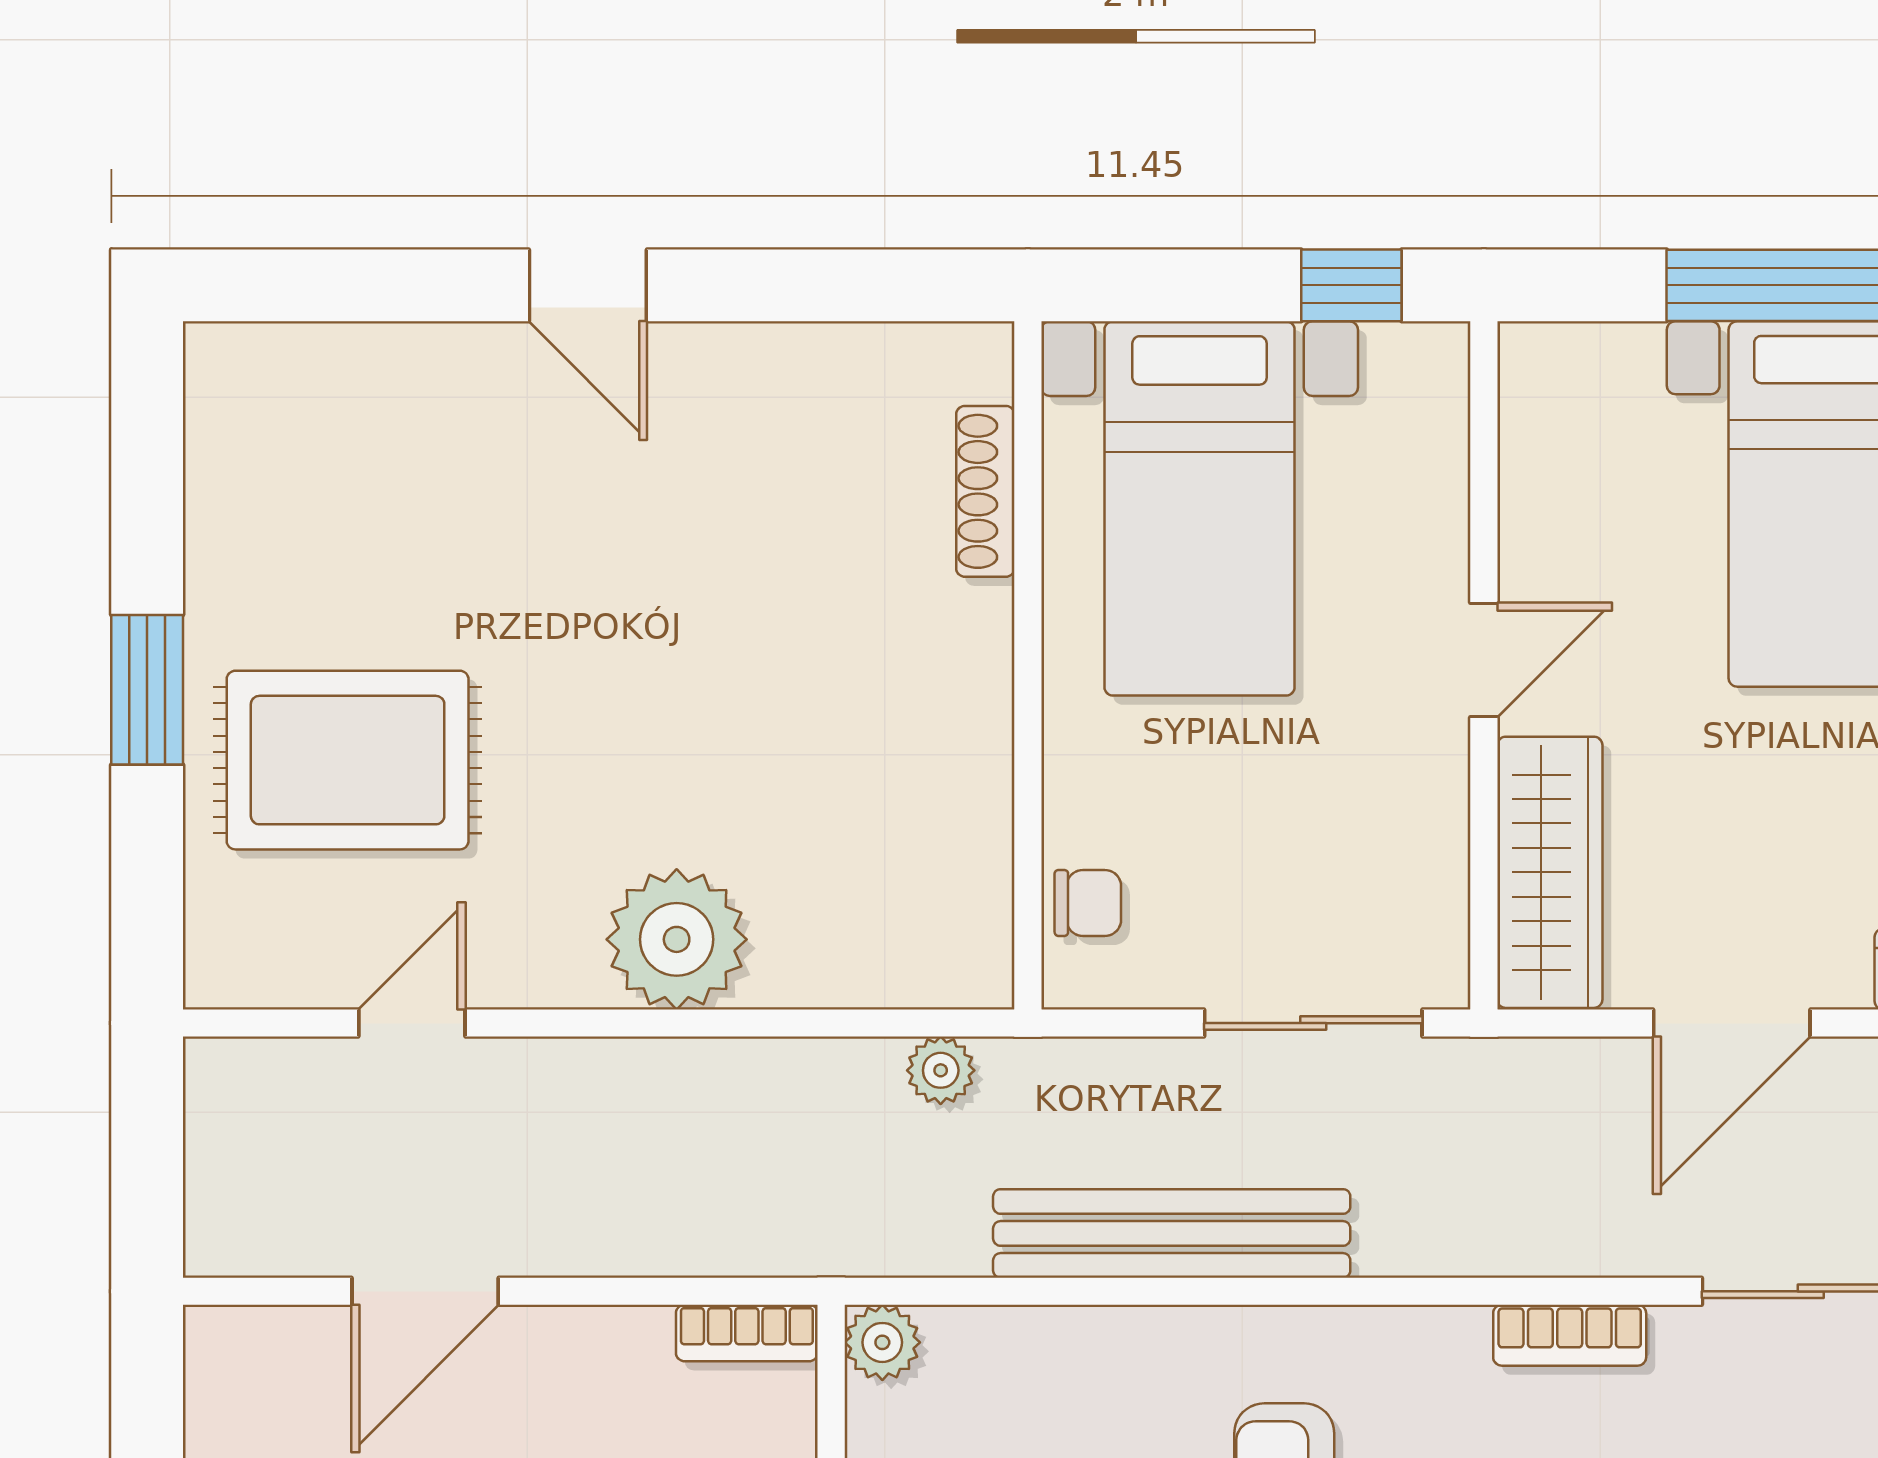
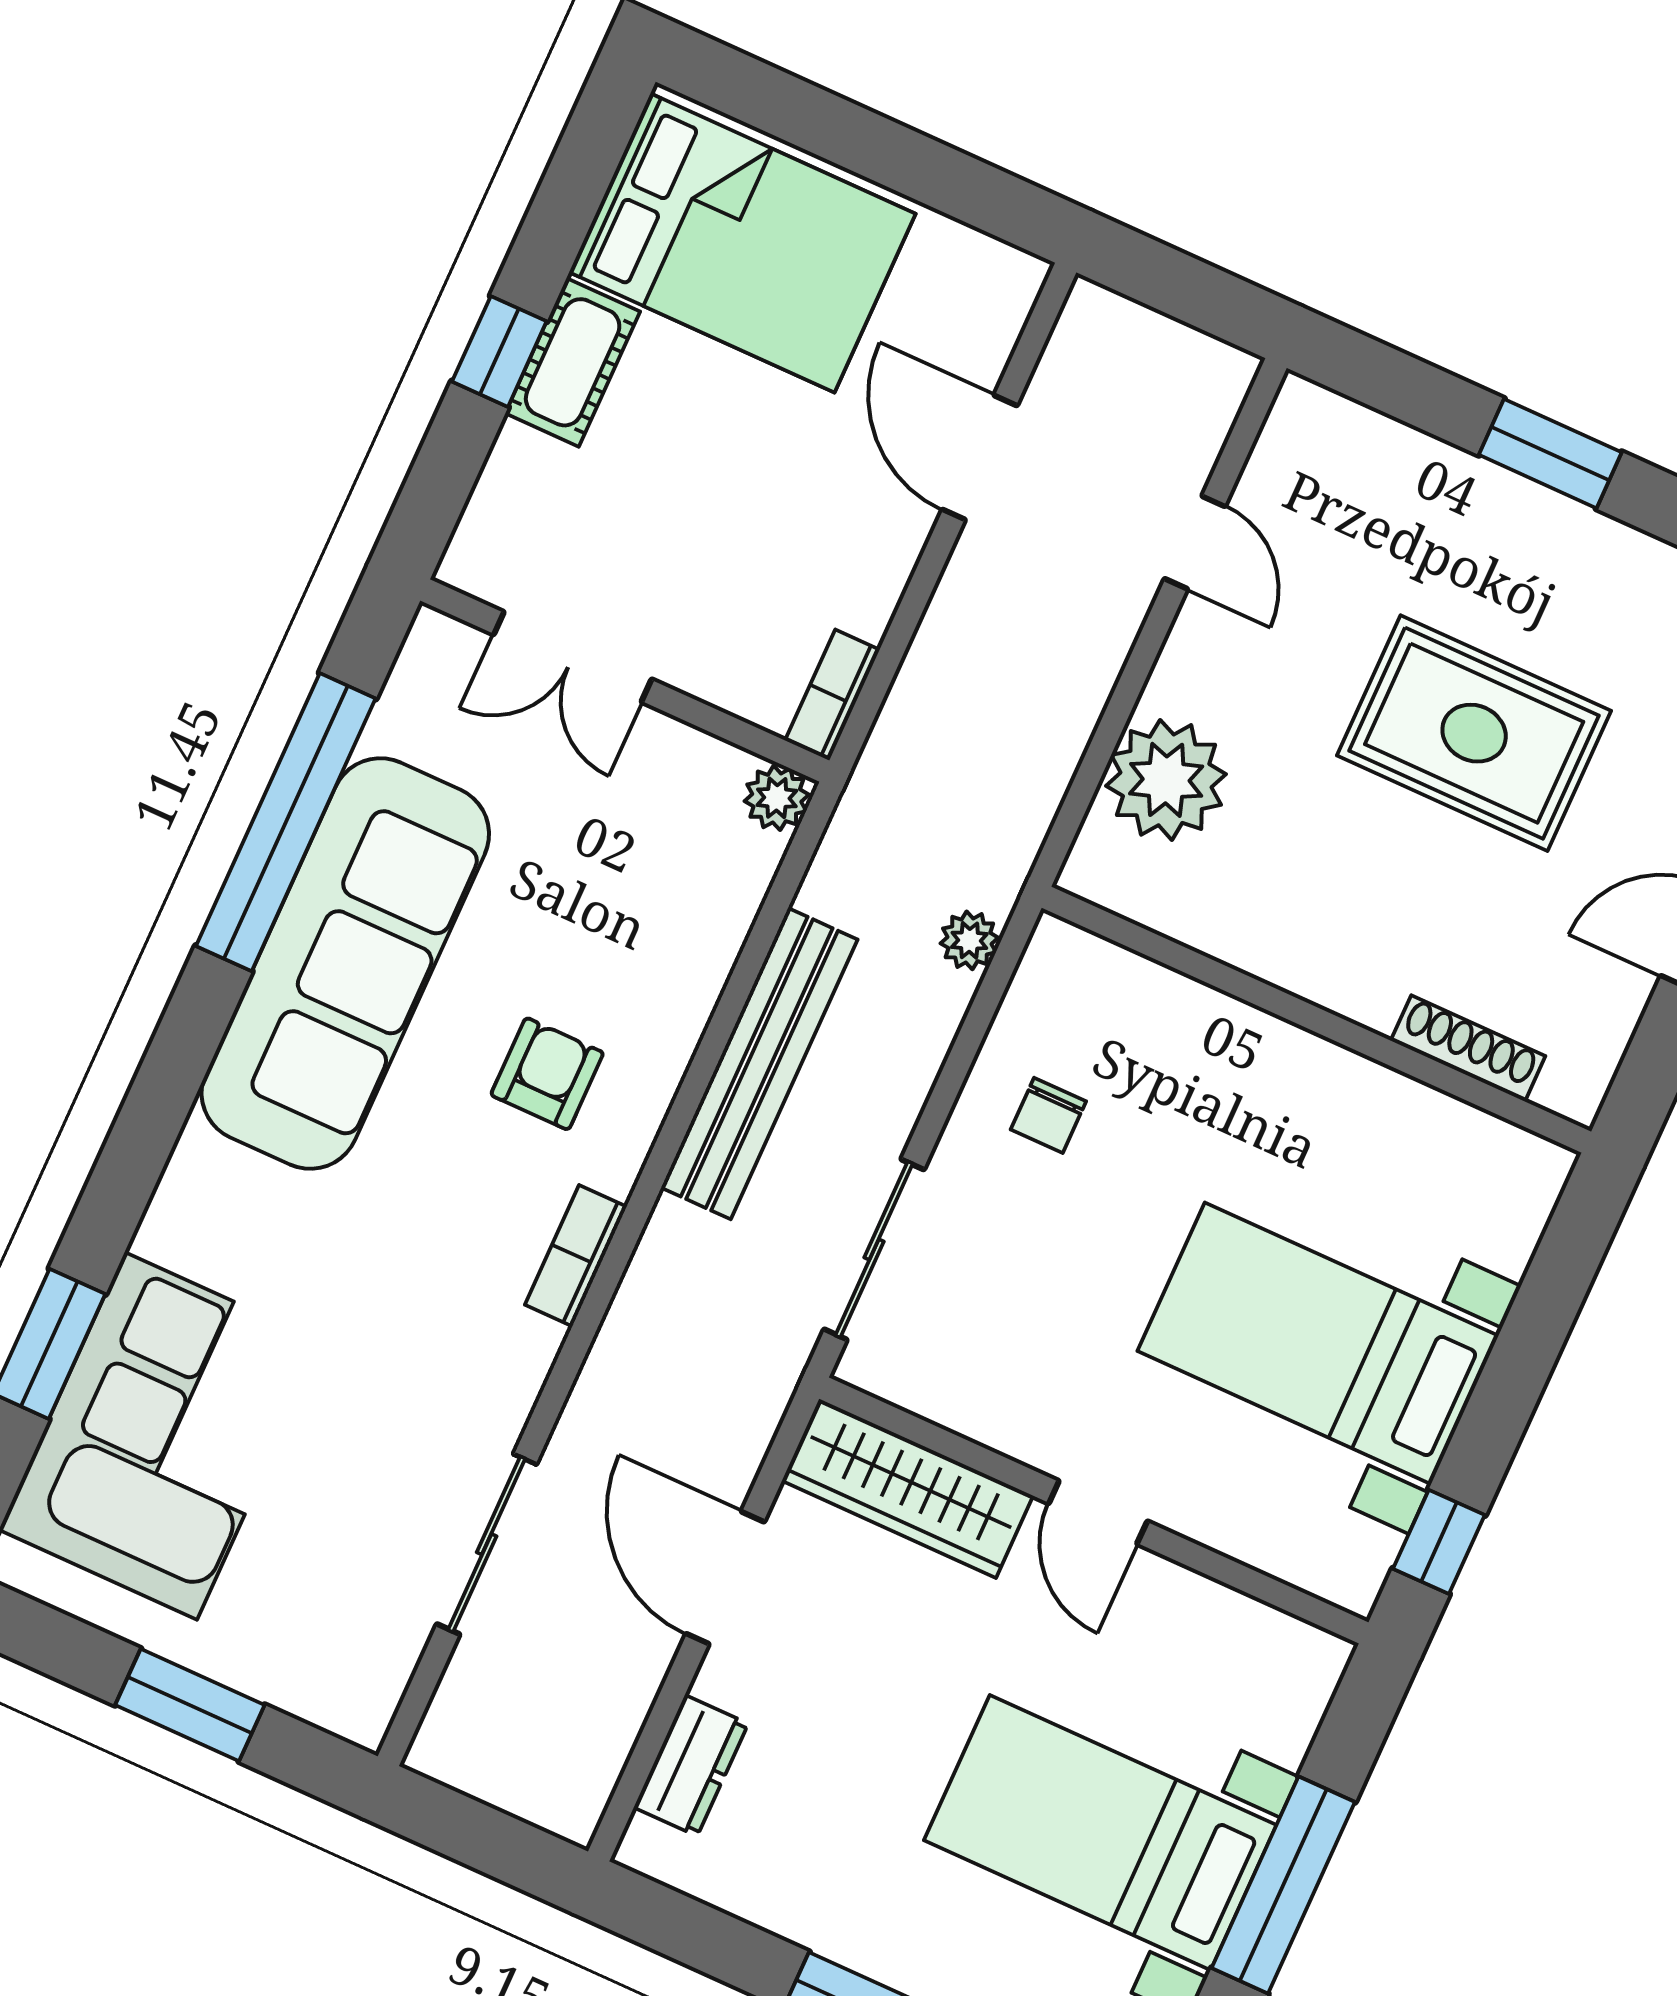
shoe rack: (985, 491) -> (1468, 1048), moved
wall: (1028, 665) -> (1316, 1020), moved
rug: (348, 760) -> (1474, 733), moved, turned 90
bookcase: (1570, 1335) -> (576, 1256), moved

